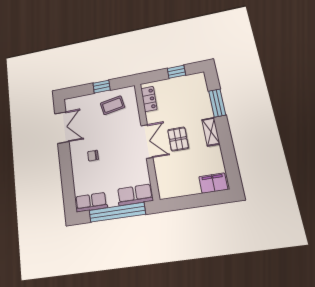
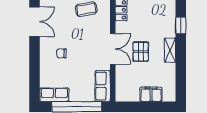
window: (217, 103) -> (181, 25), width x0.67
filing cabinet: (213, 183) -> (151, 94), moved
row of seats: (135, 195) -> (103, 86), moved, turned -90

